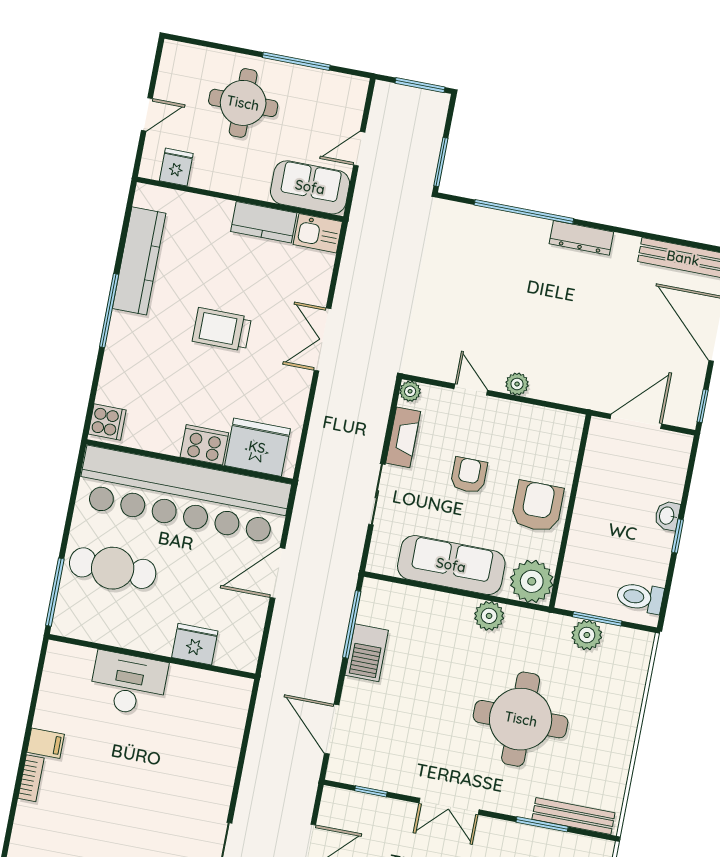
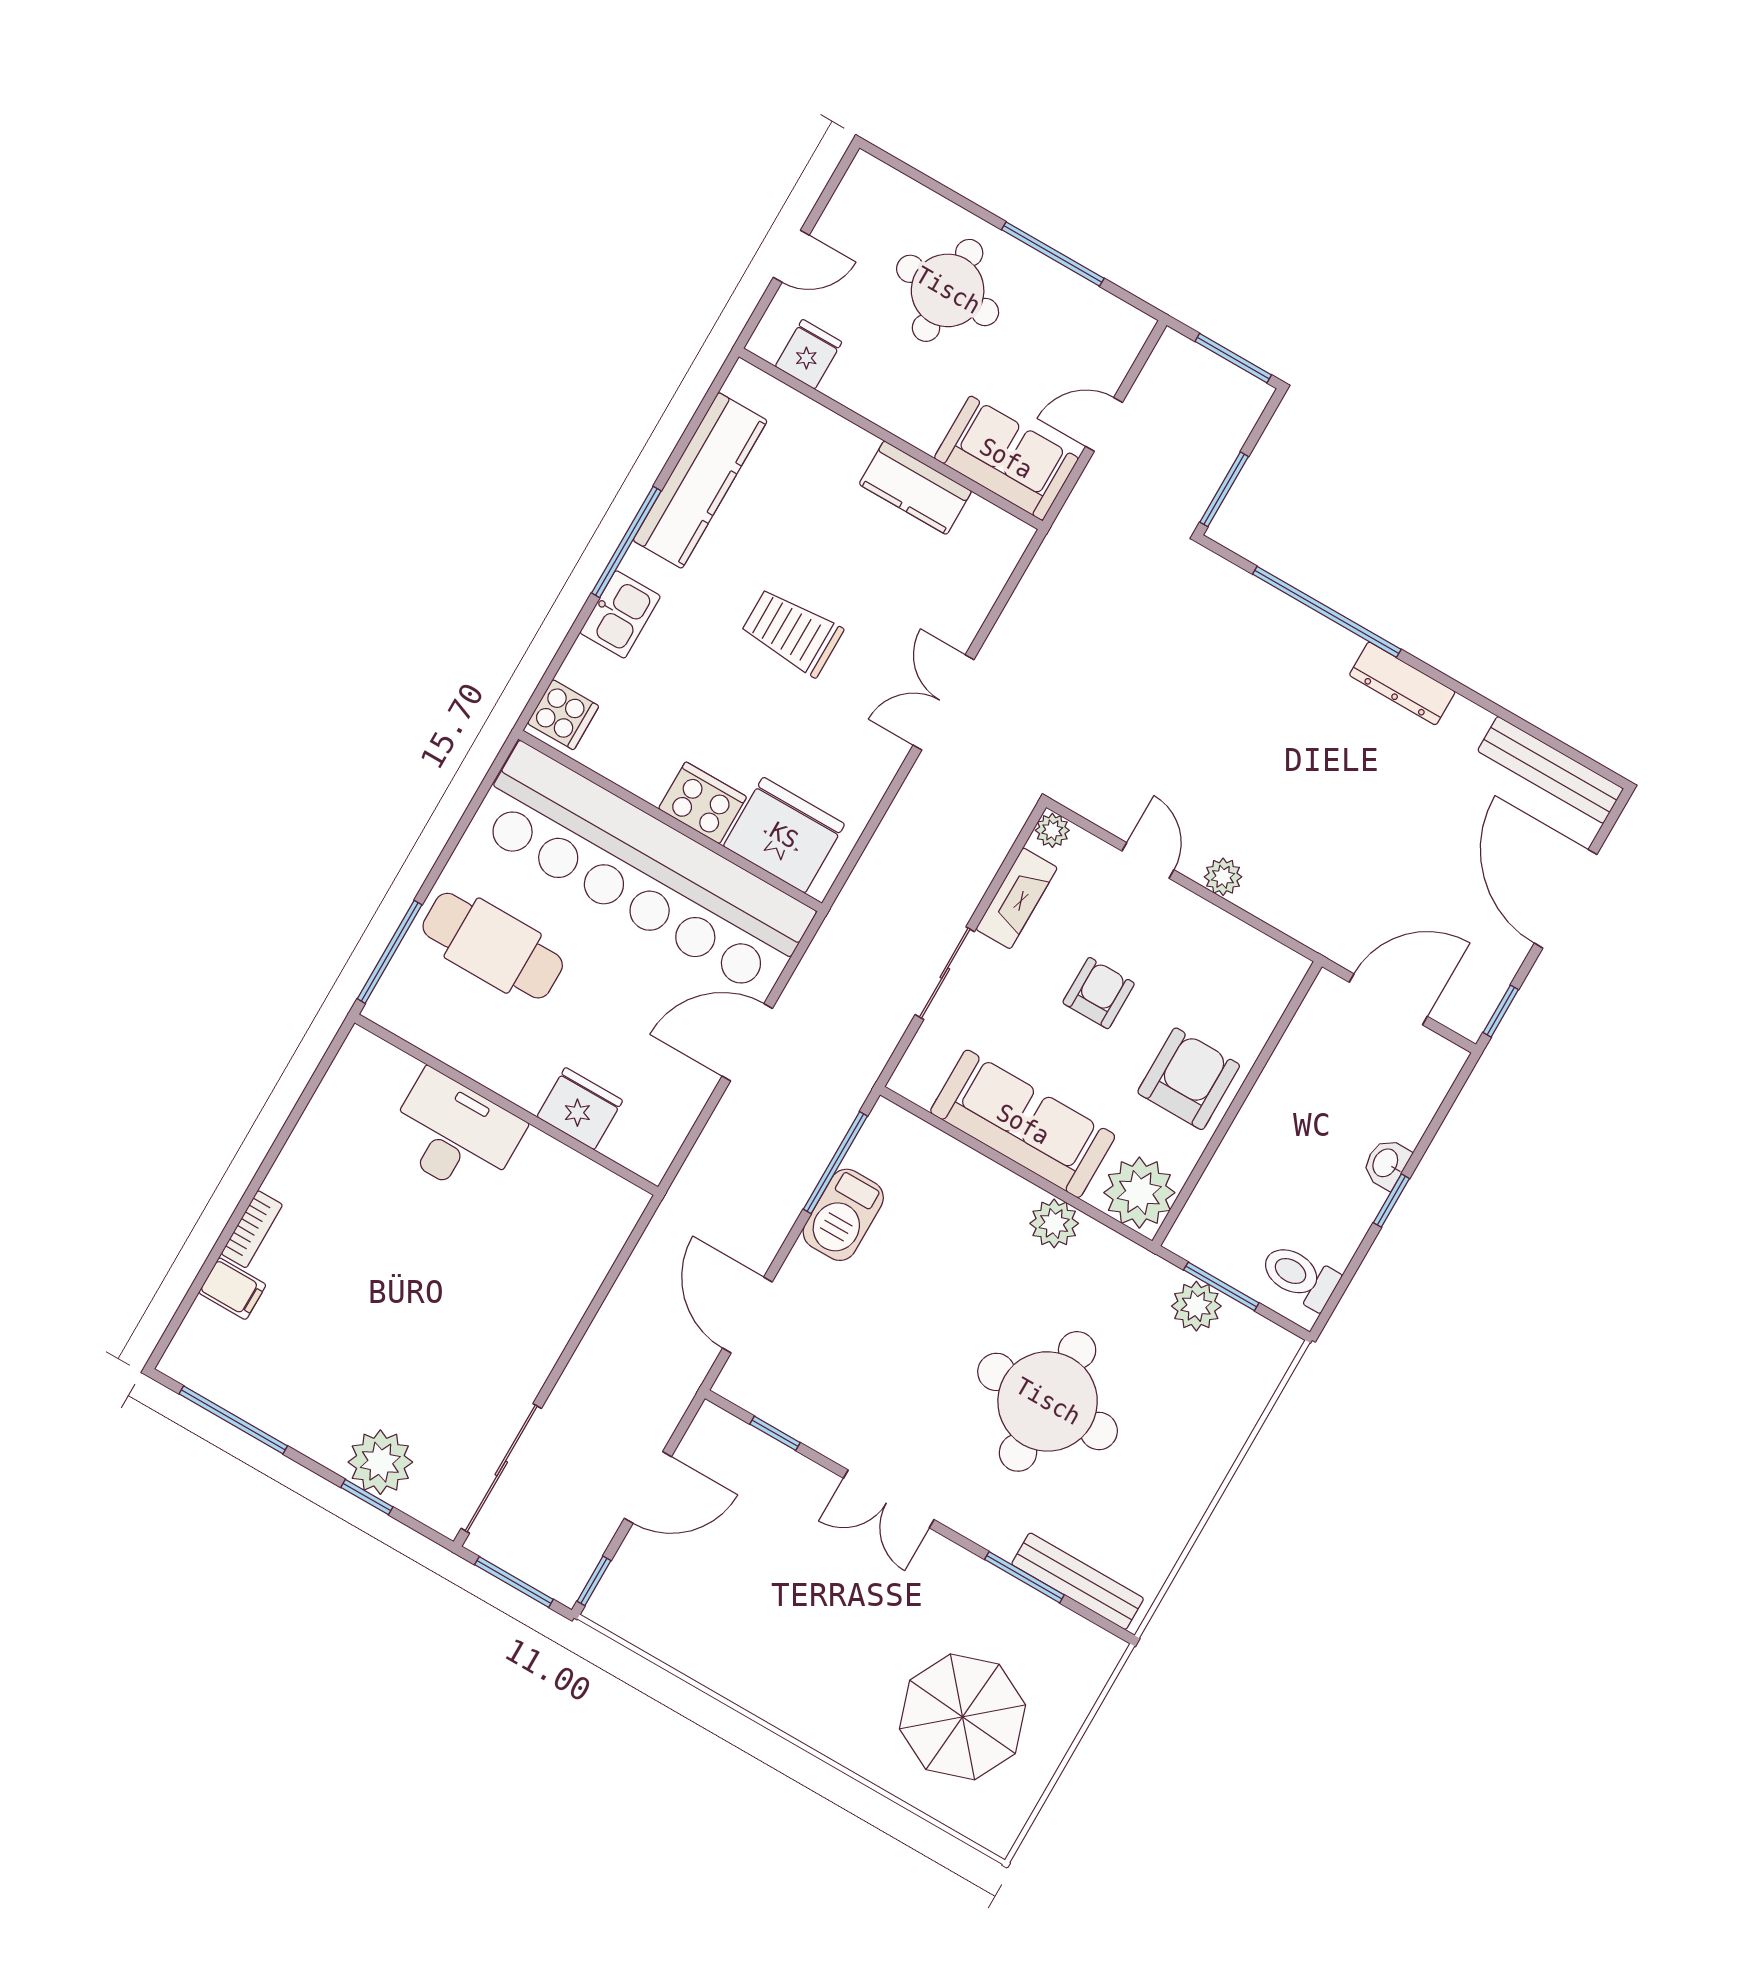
kitchen sink: (318, 233) -> (620, 614), moved, turned -90
filing cabinet: (46, 743) -> (232, 1289), moved

